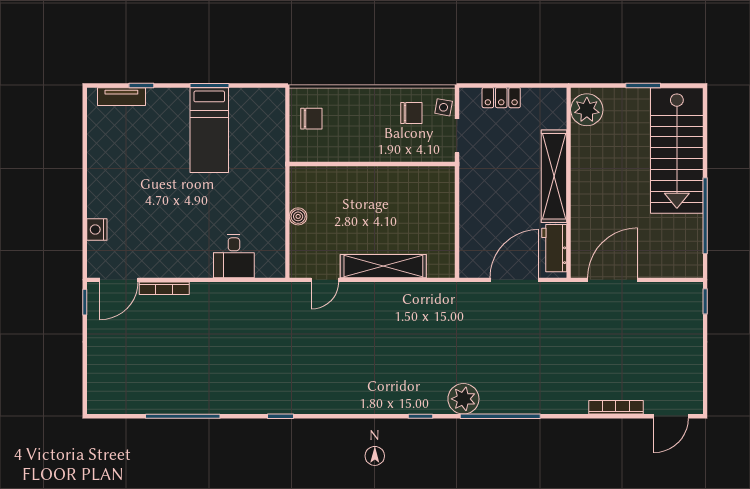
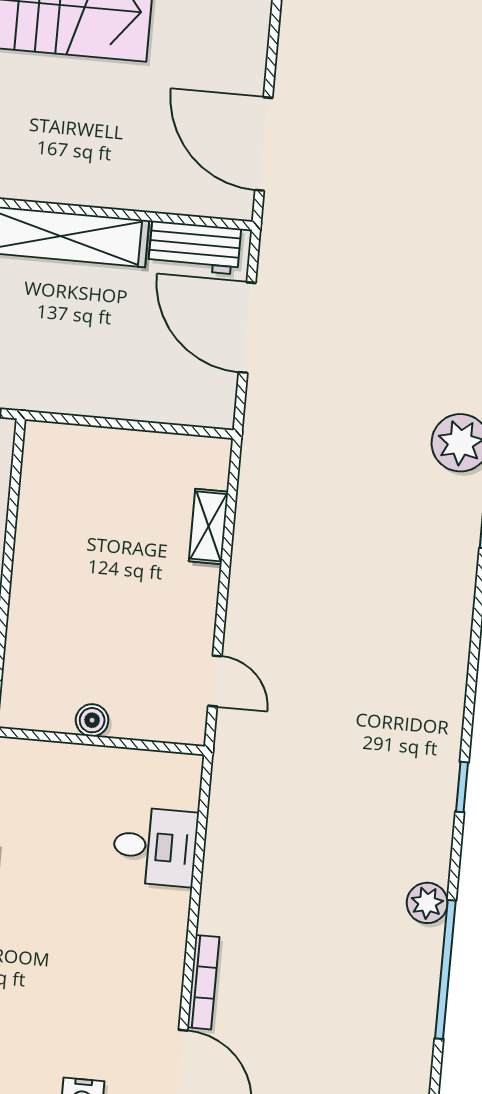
shelving: (383, 266) -> (209, 526), width x0.45, depth x0.75
plant: (217, 403) -> (427, 903), added

